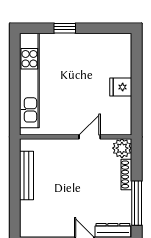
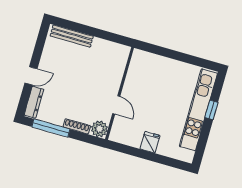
kitchen unit: (29, 81) -> (198, 110), moved, turned 90
bench: (26, 175) -> (72, 36), moved

